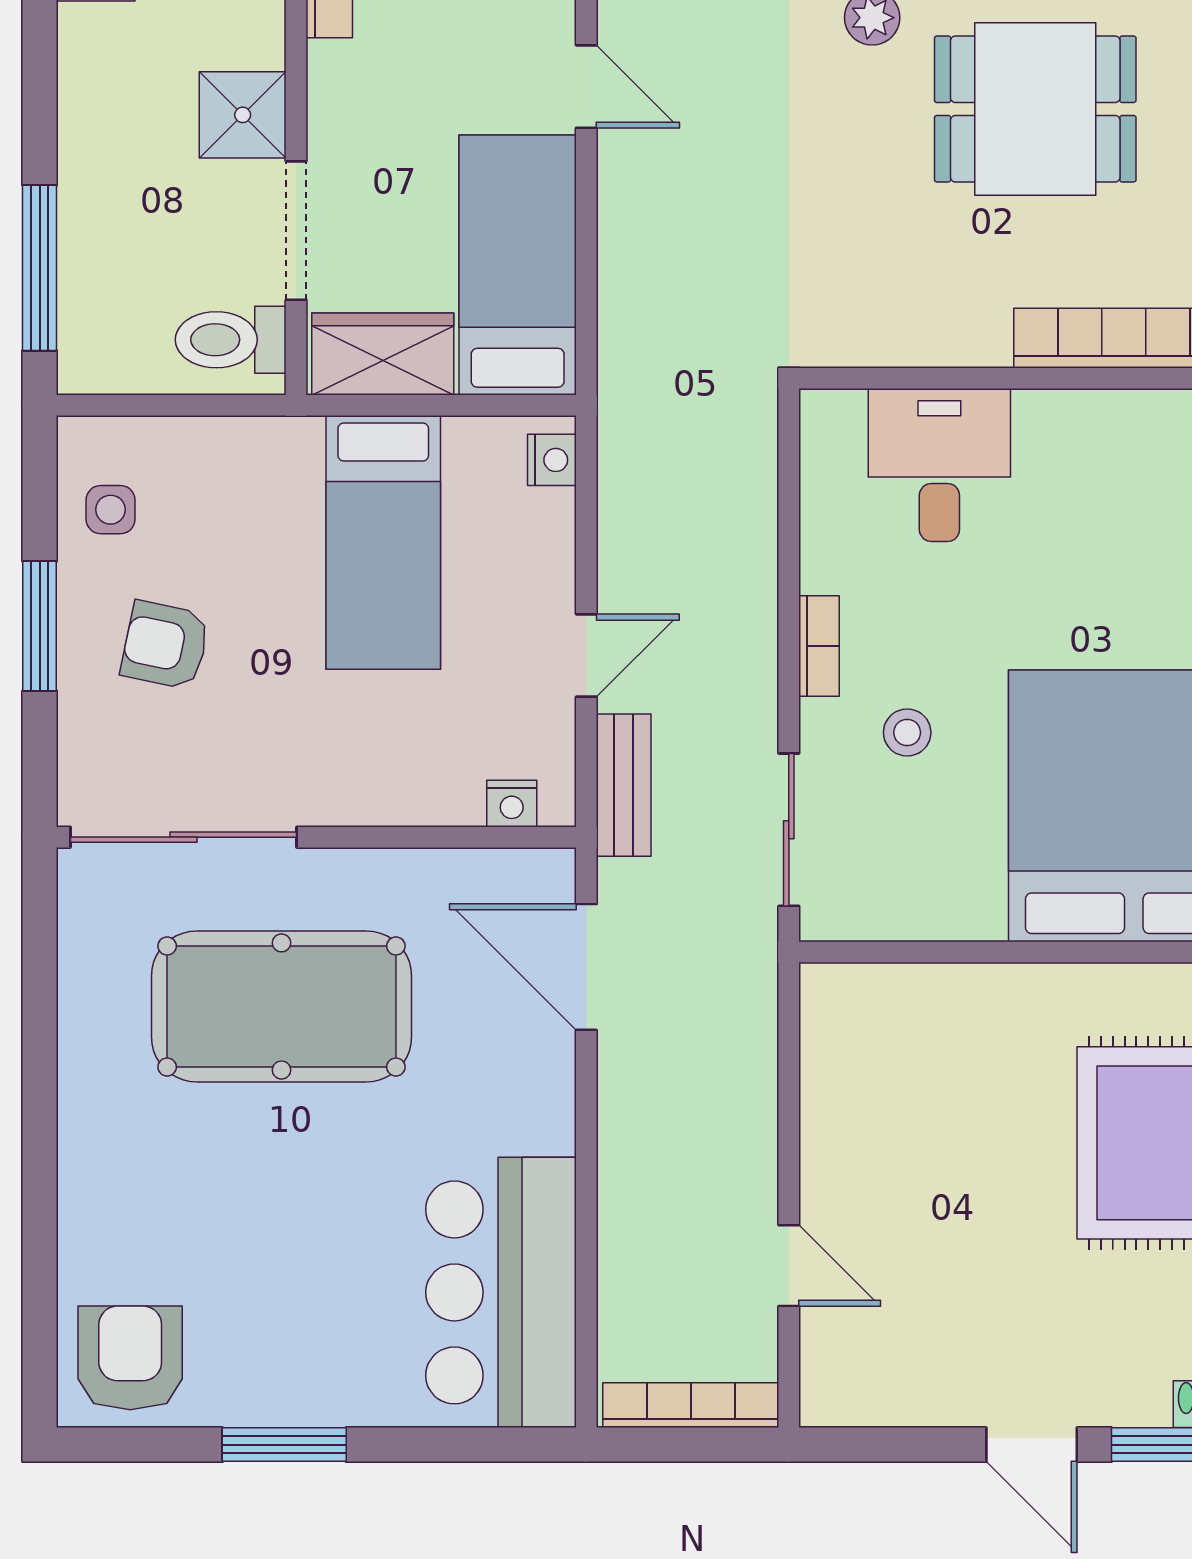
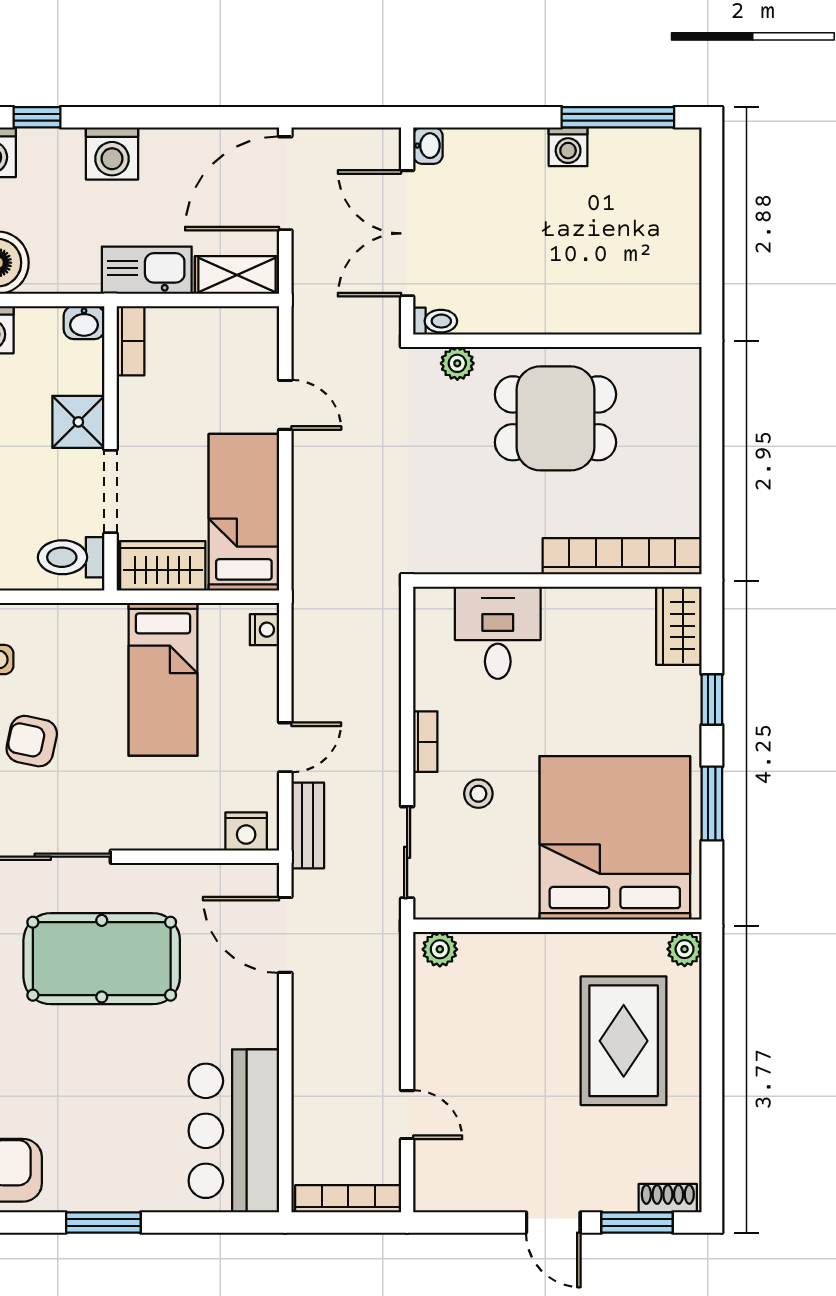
nightstand: (512, 804) -> (246, 832), width x1.39, depth x1.35
plant: (843, 991) -> (440, 949), added

